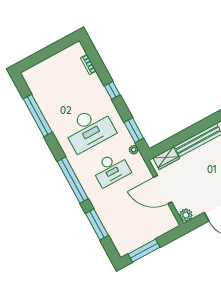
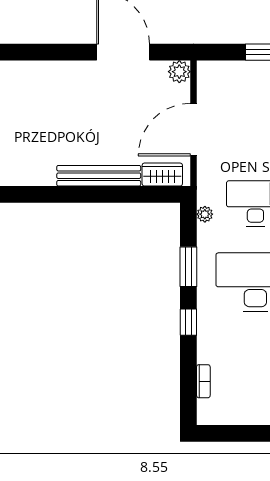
window: (134, 130) -> (188, 267), moved
door: (163, 190) -> (194, 130), swing flipped

